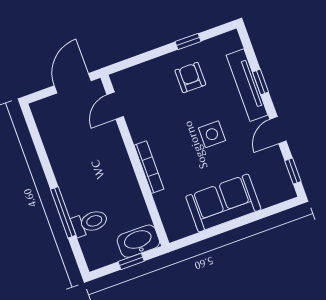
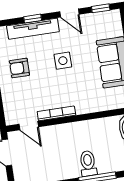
bookcase: (149, 167) -> (56, 113), moved
toilet: (90, 223) -> (88, 163), moved

